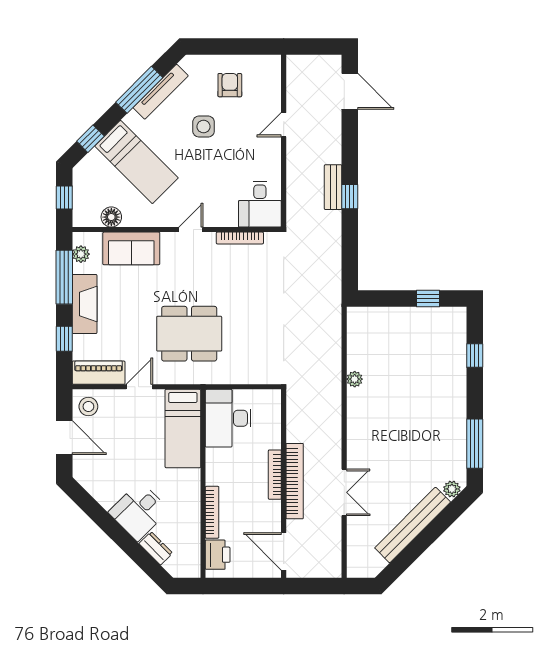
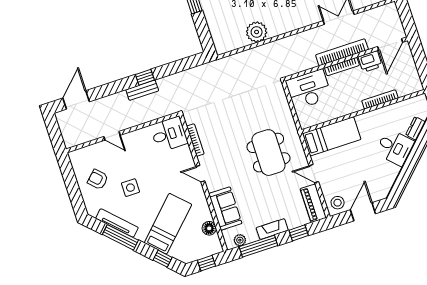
armchair: (230, 85) -> (98, 179), turned 45
fireplace: (85, 304) -> (272, 229), width x0.73, depth x0.76
plant: (355, 379) -> (257, 32), width x1.87, depth x1.87
desk: (228, 418) -> (309, 89), moved, turned 180
printer: (218, 555) -> (370, 62), moved, turned 180

